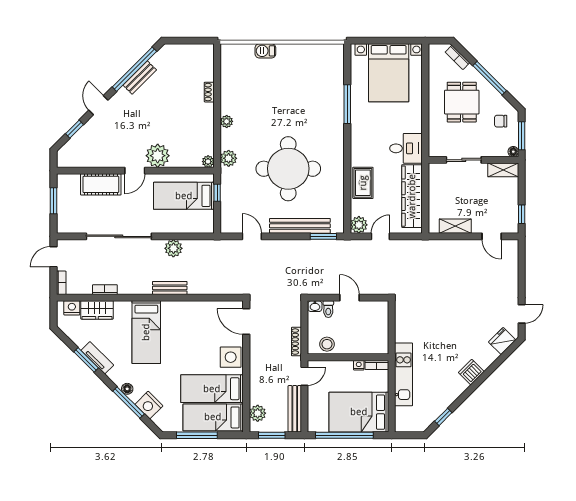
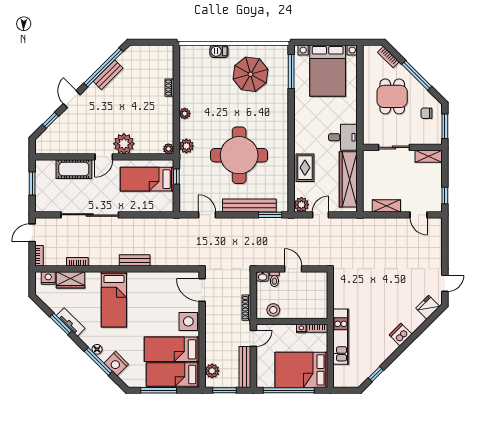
parasol: (301, 77) -> (250, 74), added
window: (347, 104) -> (291, 71), moved
floor lamp: (513, 152) -> (438, 140), removed
plant: (173, 248) -> (138, 225), removed

